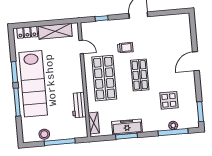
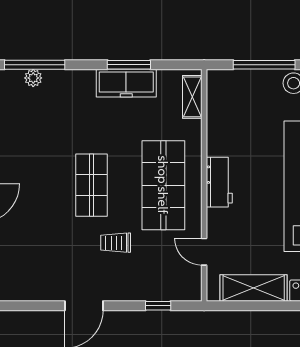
display table: (169, 100) -> (37, 129), removed
workbench: (79, 105) -> (219, 182), moved

